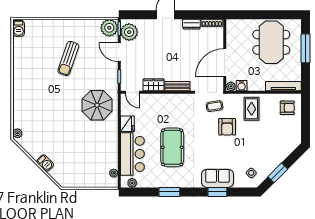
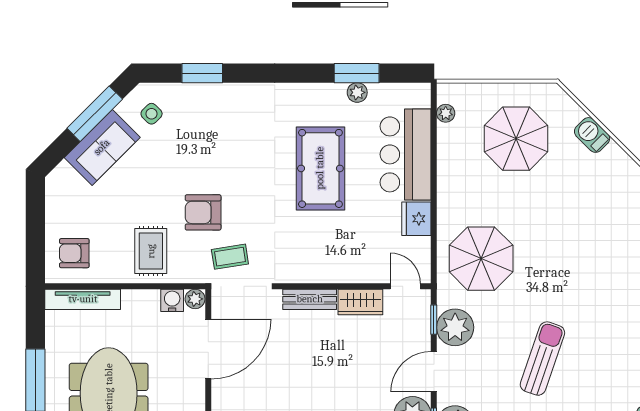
door: (119, 52) -> (434, 372), swing flipped
plant: (109, 73) -> (455, 327), added
armchair: (227, 127) -> (203, 212), turned -90
parasol: (81, 161) -> (516, 139), added
window: (278, 173) -> (95, 114), width x1.44
sofa: (217, 178) -> (102, 147), moved, turned -45
plant: (132, 183) -> (357, 92), moved
window: (169, 192) -> (357, 73), moved
window: (217, 192) -> (202, 73), moved

